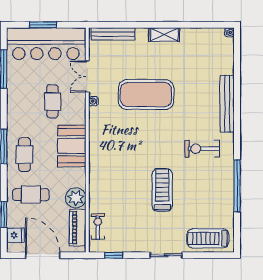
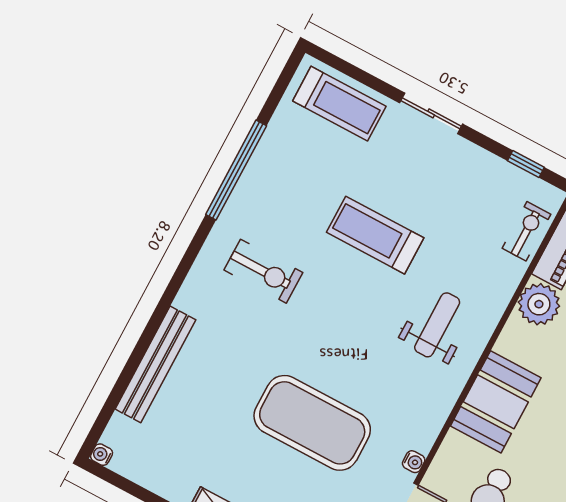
bench: (227, 104) -> (155, 364), moved
weight bench: (115, 166) -> (437, 325), added
treadmill: (162, 190) -> (375, 235), turned 90
exercise bike: (98, 226) -> (526, 231), turned 180

